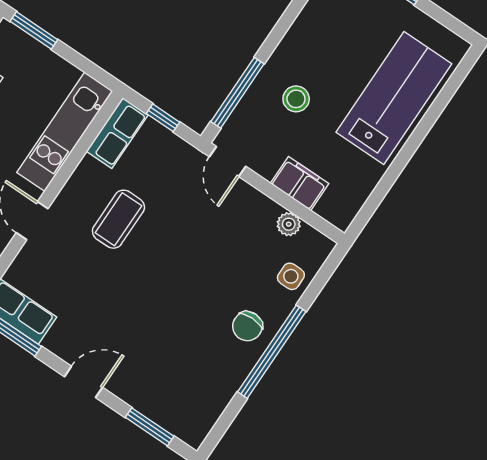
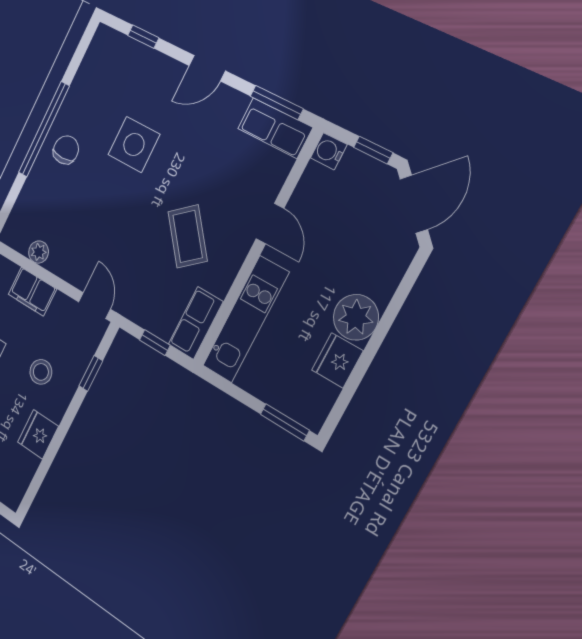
fridge: (305, 34) -> (38, 434), added
window: (237, 93) -> (91, 373), width x0.46
coffee table: (118, 219) -> (188, 236), turned -39
side table: (291, 276) -> (134, 144), moved, width x1.87, depth x1.87
window: (150, 427) -> (143, 37), width x0.67

